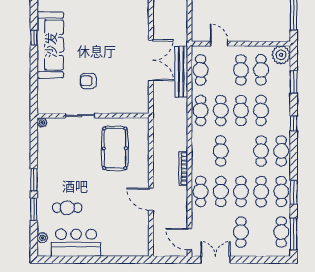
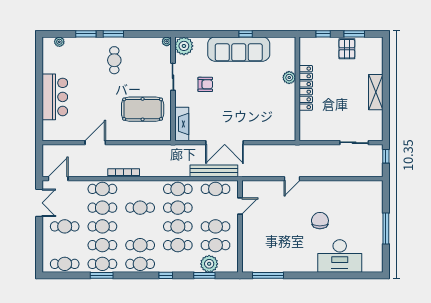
plant: (281, 55) -> (209, 264), moved
armchair: (88, 81) -> (205, 84), turned 90
plant: (47, 104) -> (184, 46), added
fireplace: (131, 106) -> (182, 124), added
cafe table: (67, 208) -> (114, 60), moved
window: (294, 234) -> (63, 275), removed
bar counter: (76, 243) -> (55, 97), moved

